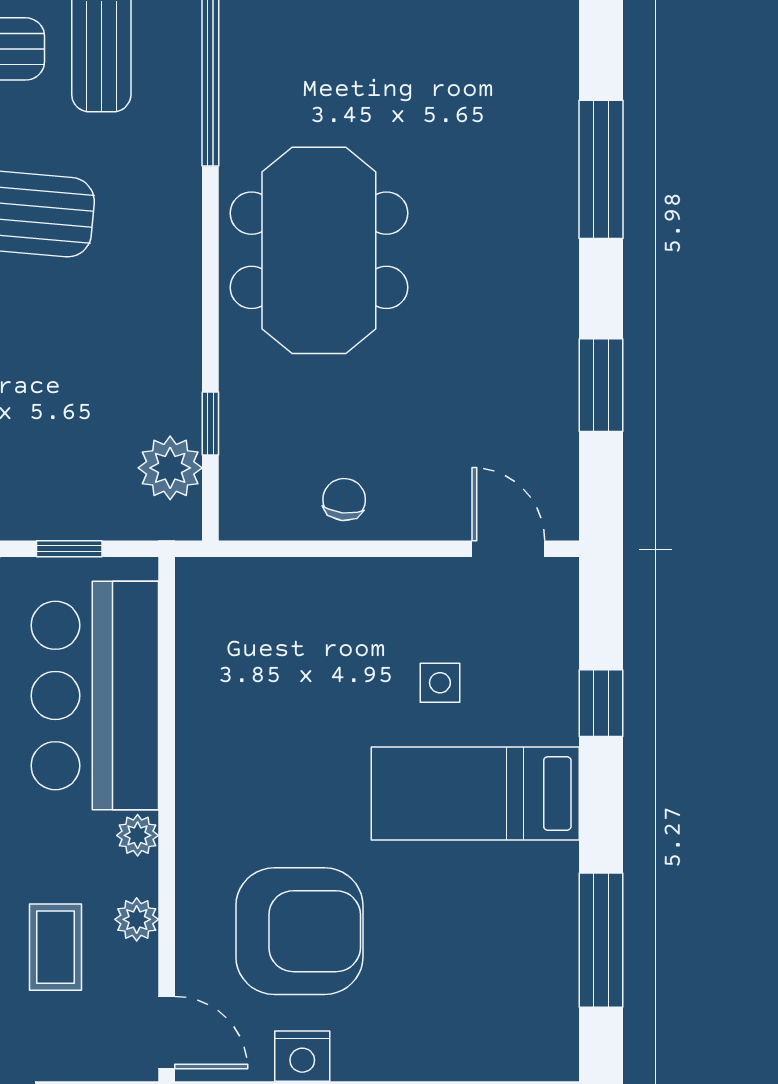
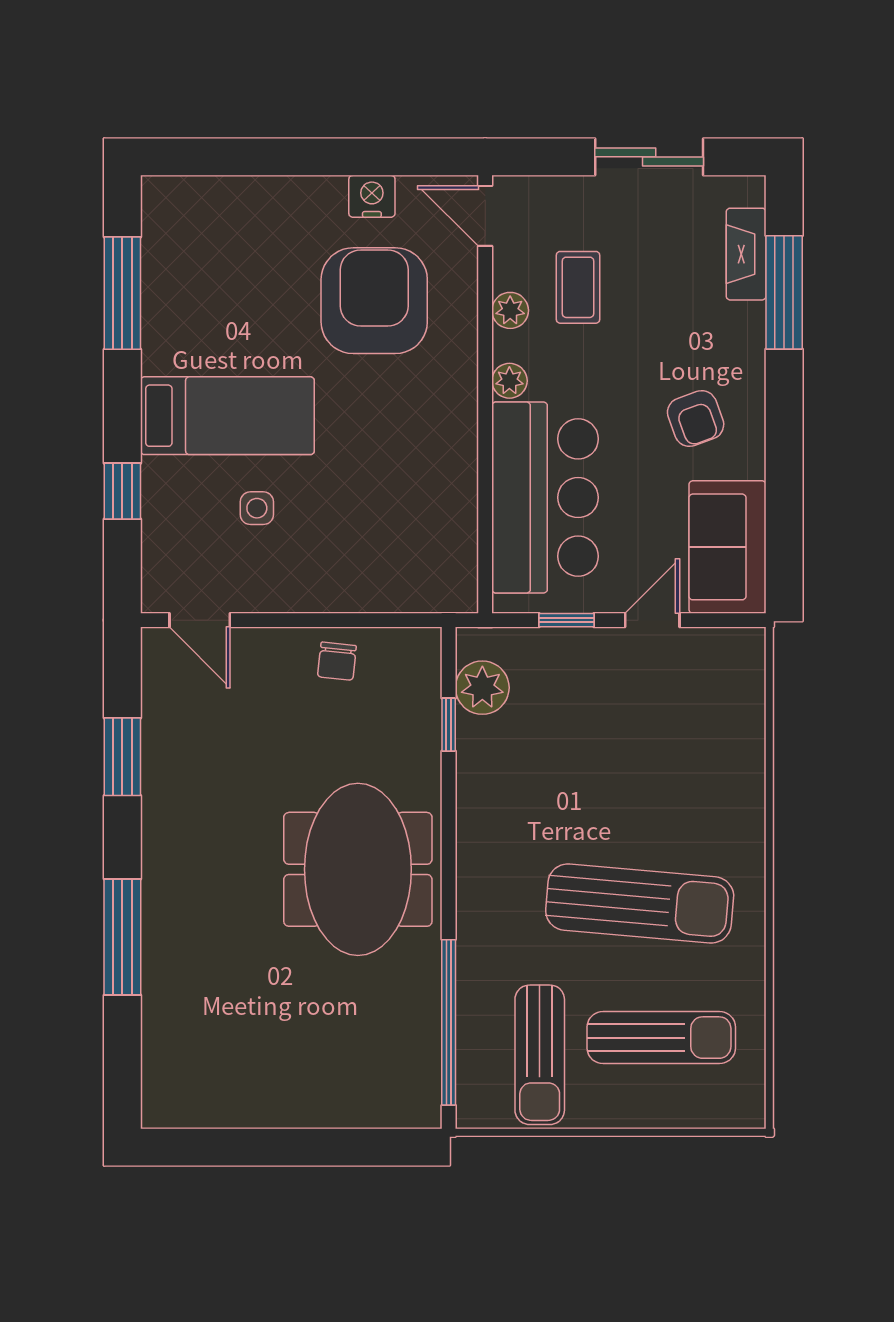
armchair: (299, 931) -> (374, 301), turned 90

